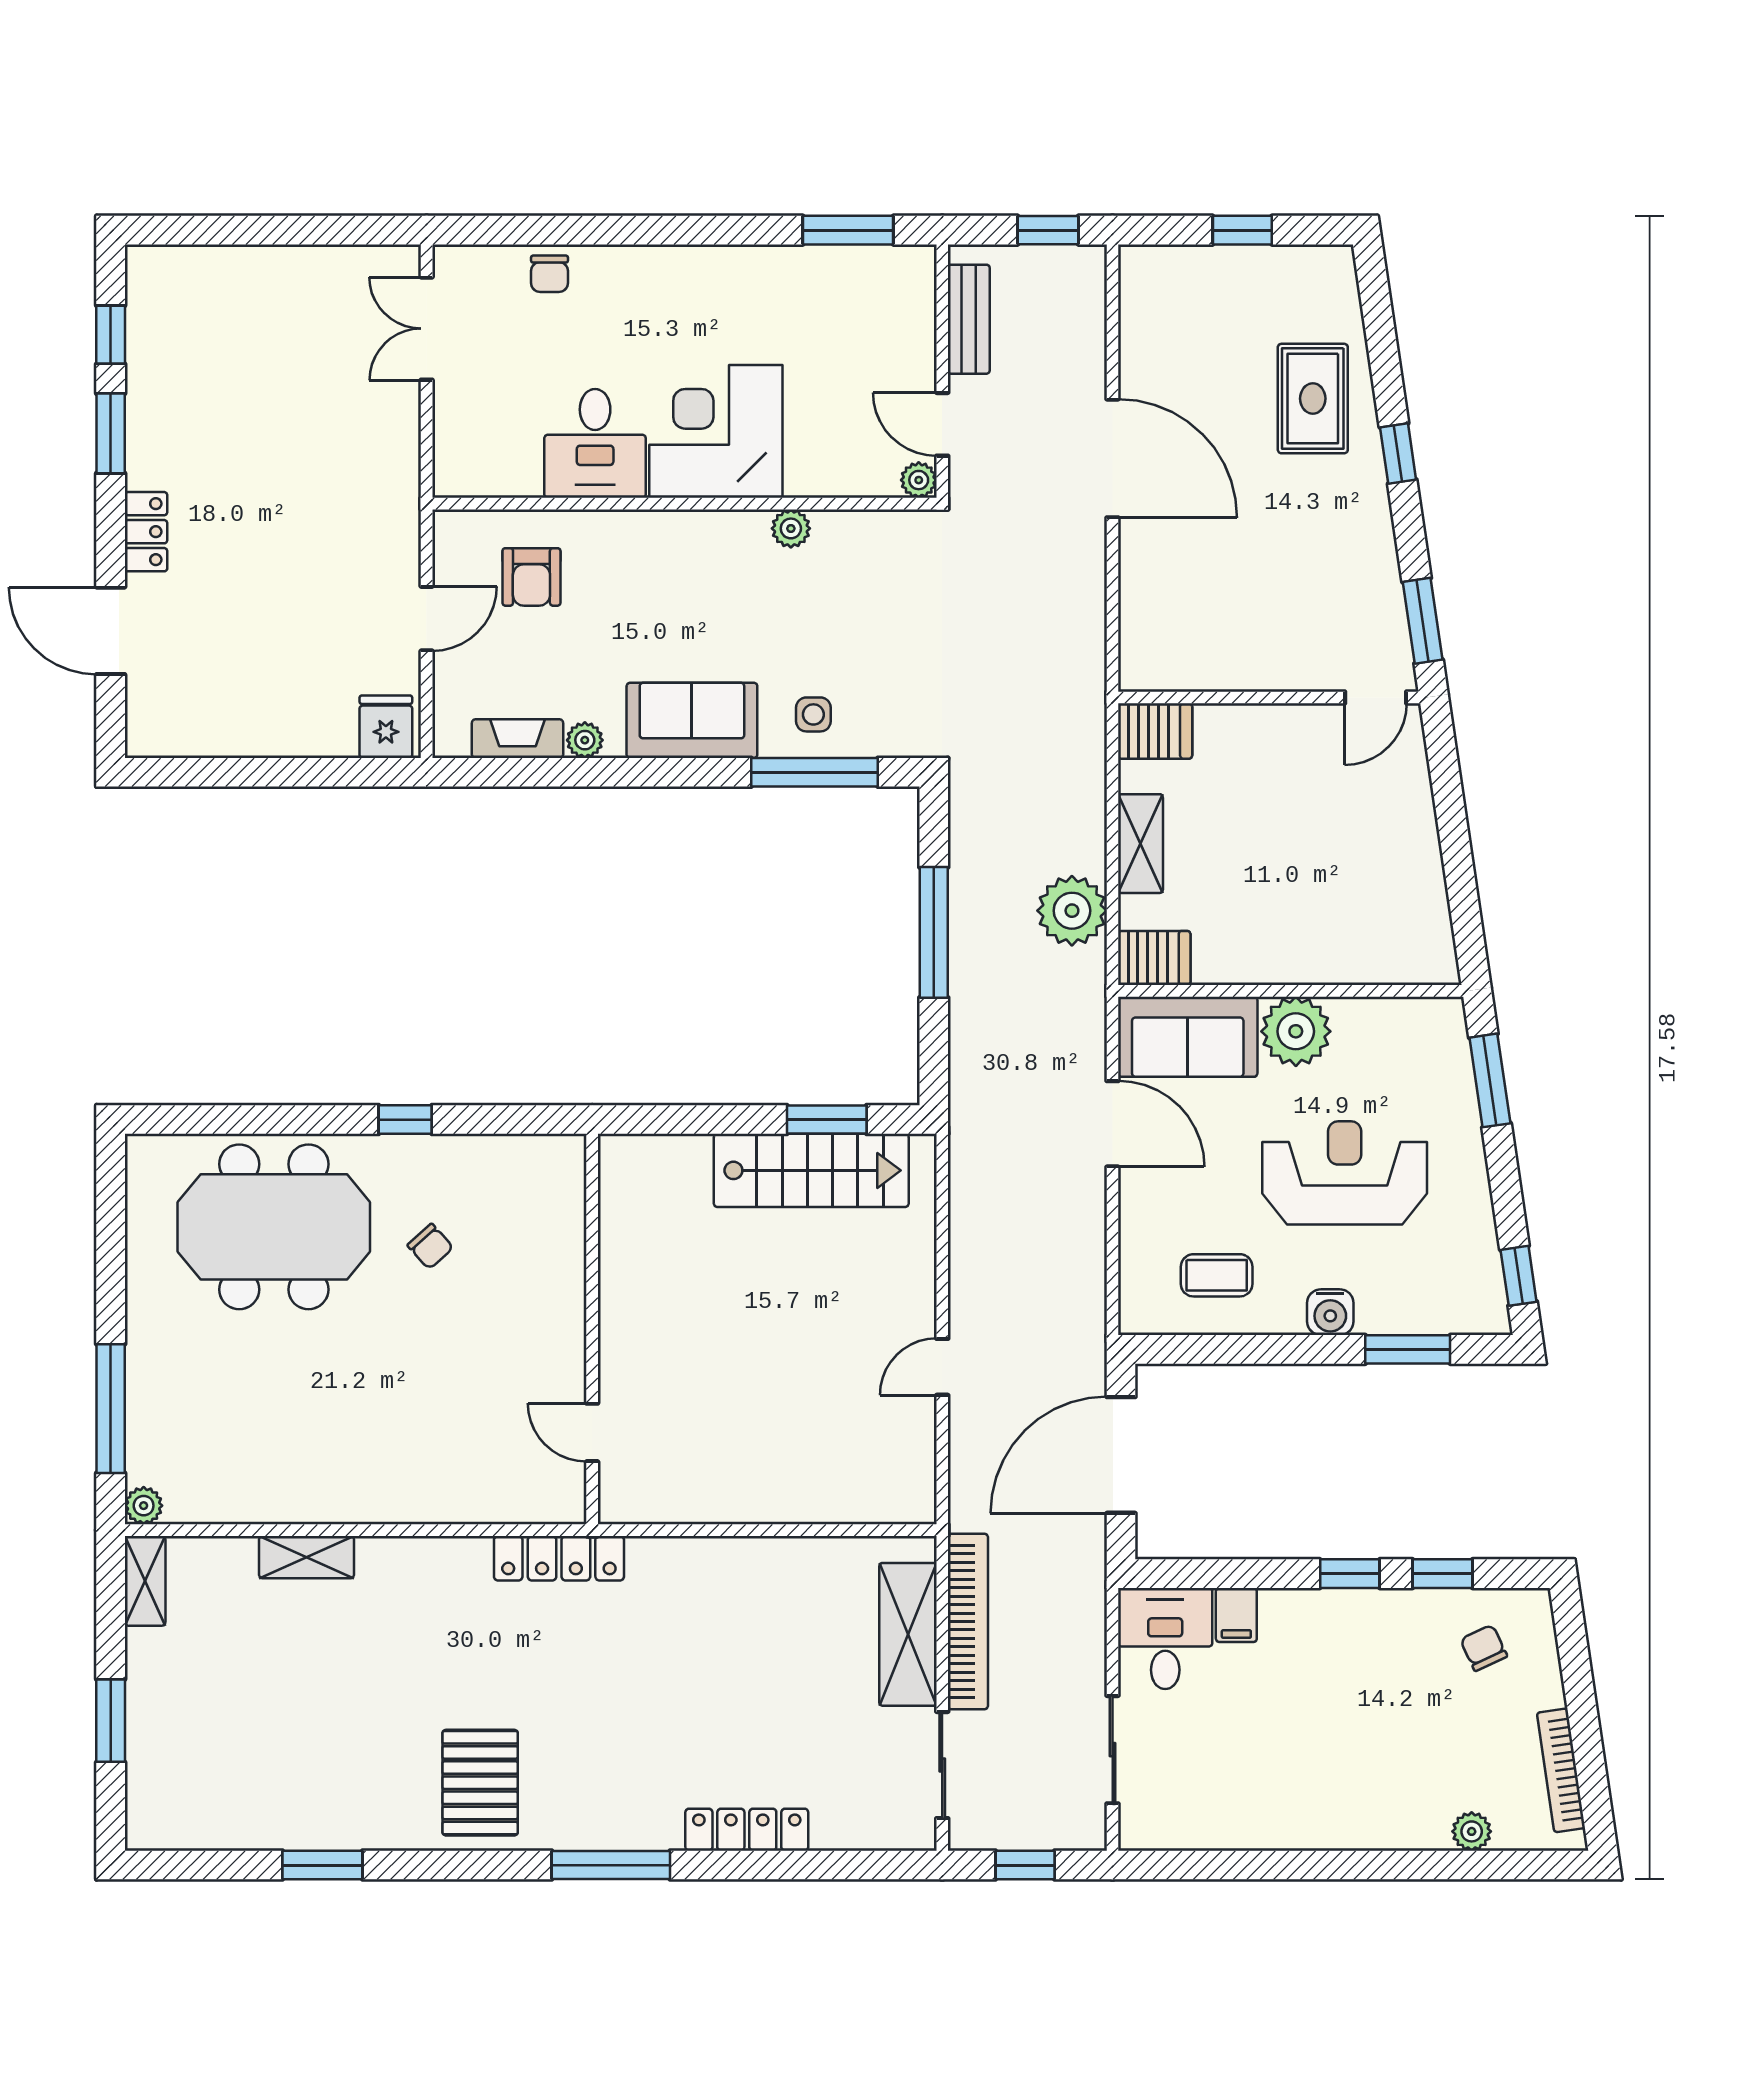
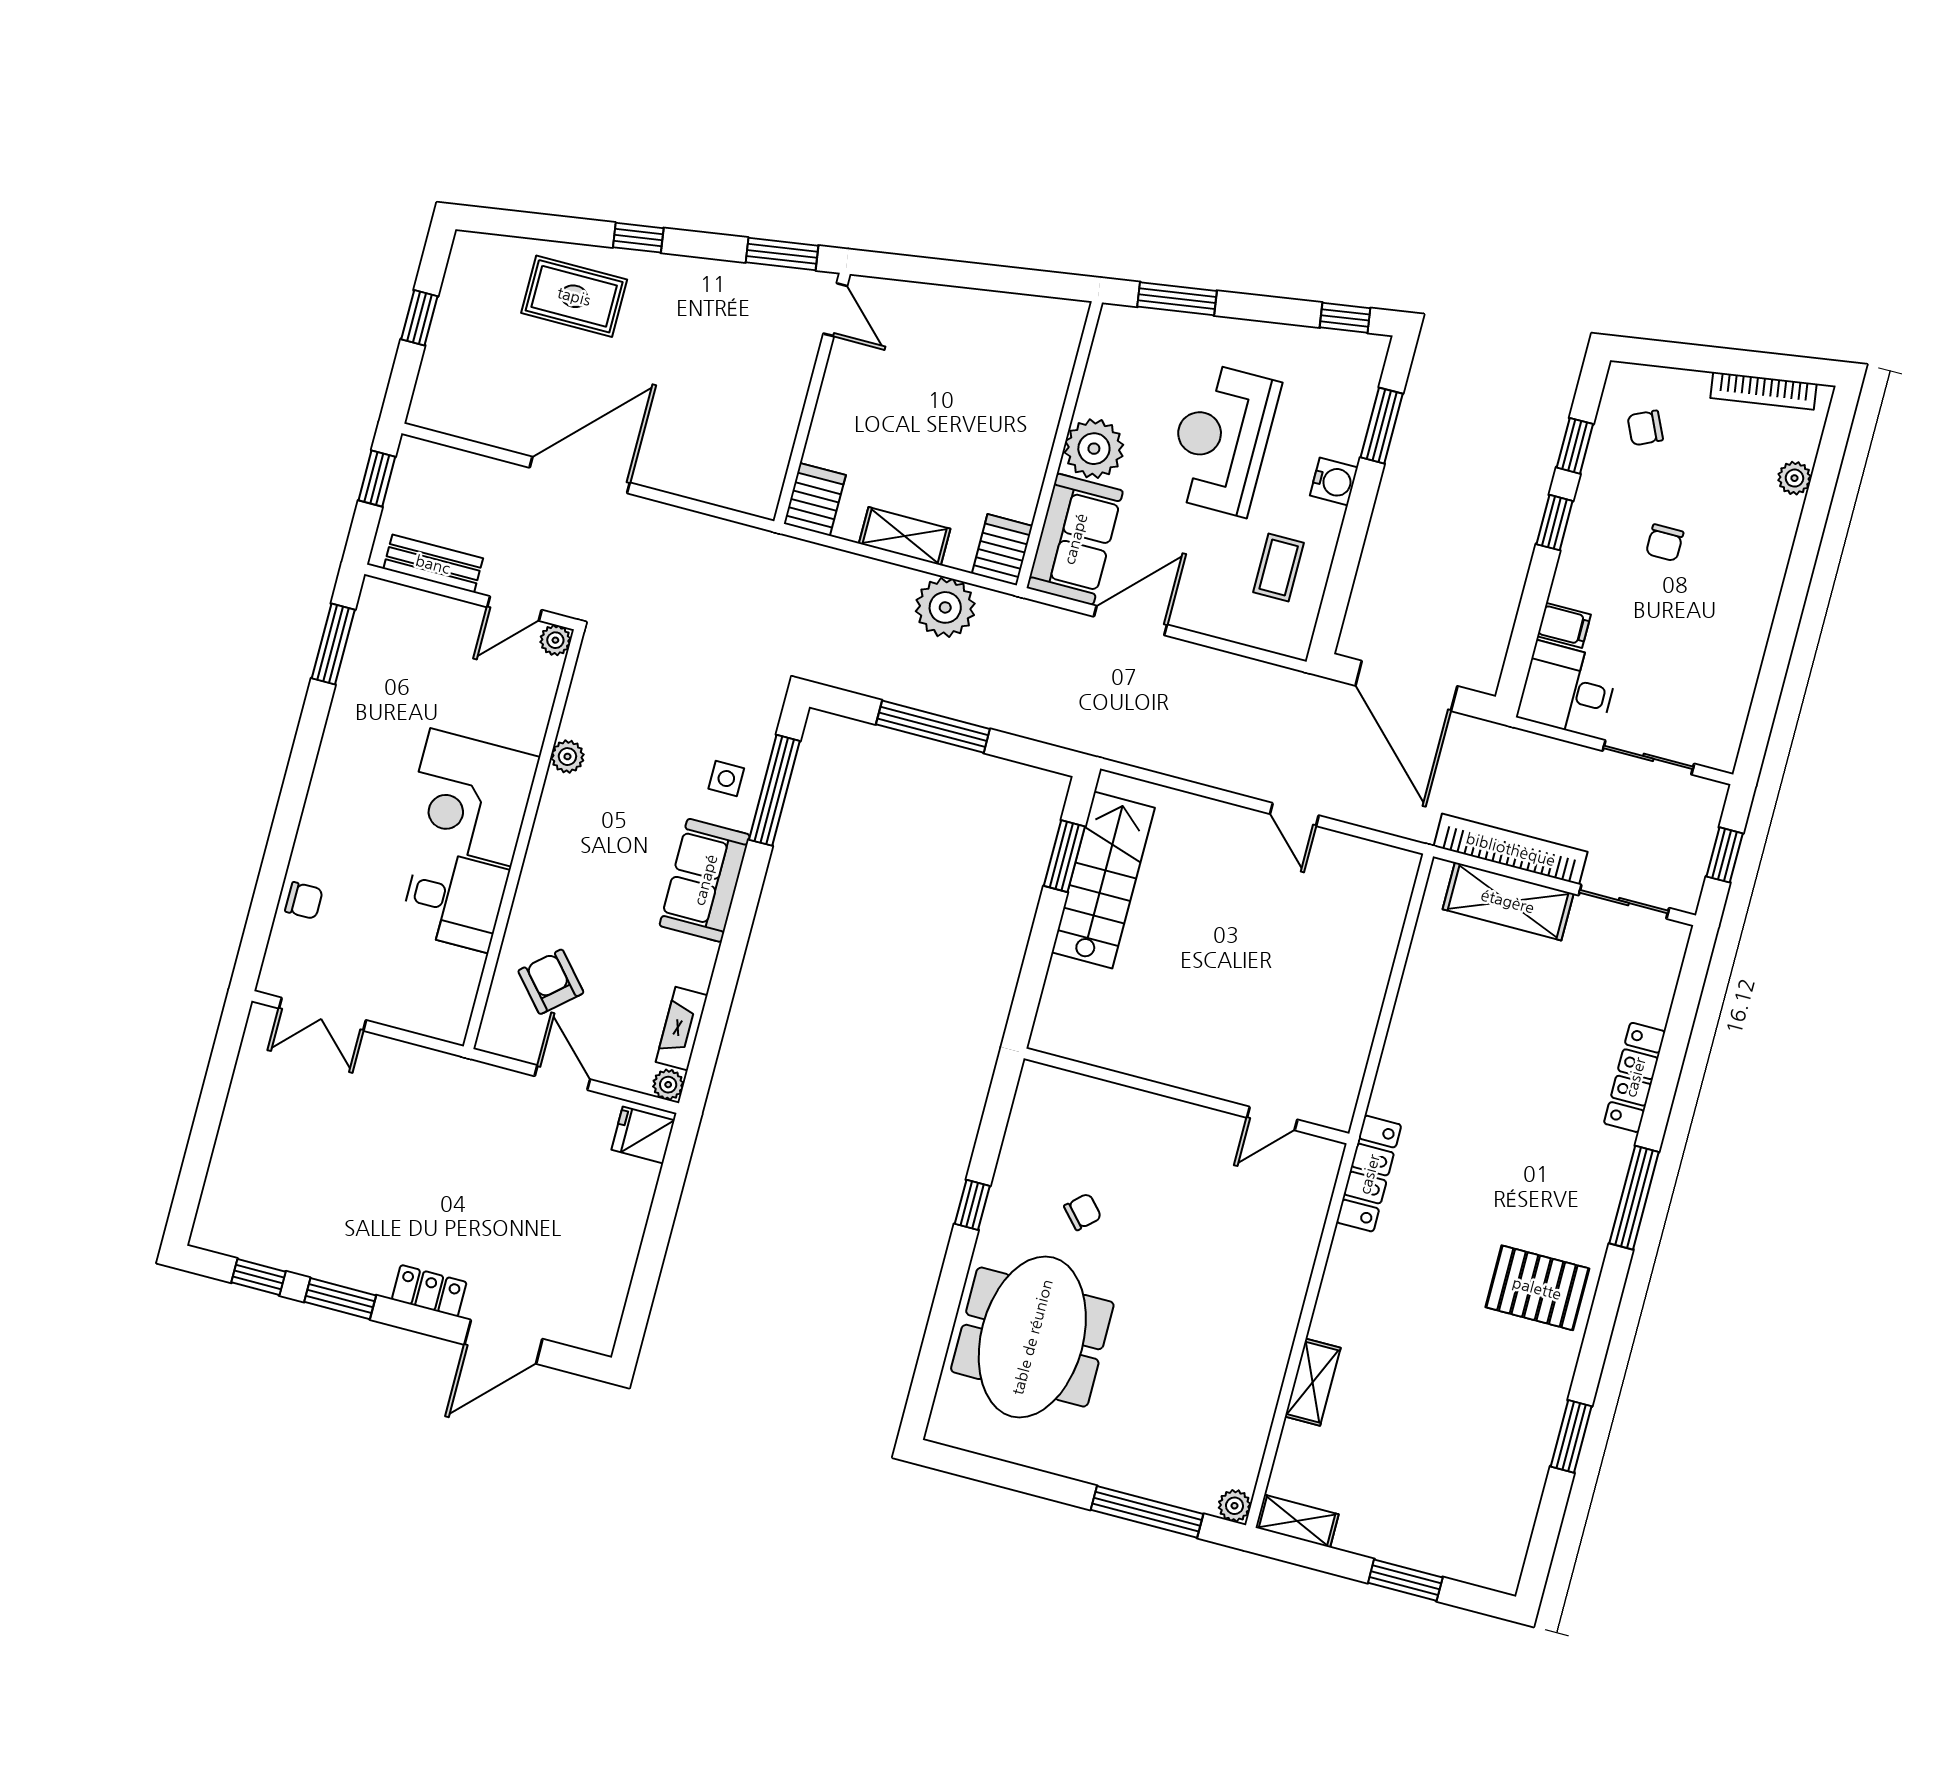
armchair: (531, 577) -> (551, 982), turned -131
plant: (585, 740) -> (668, 1085), moved
chair: (1360, 1704) -> (1665, 543), added

